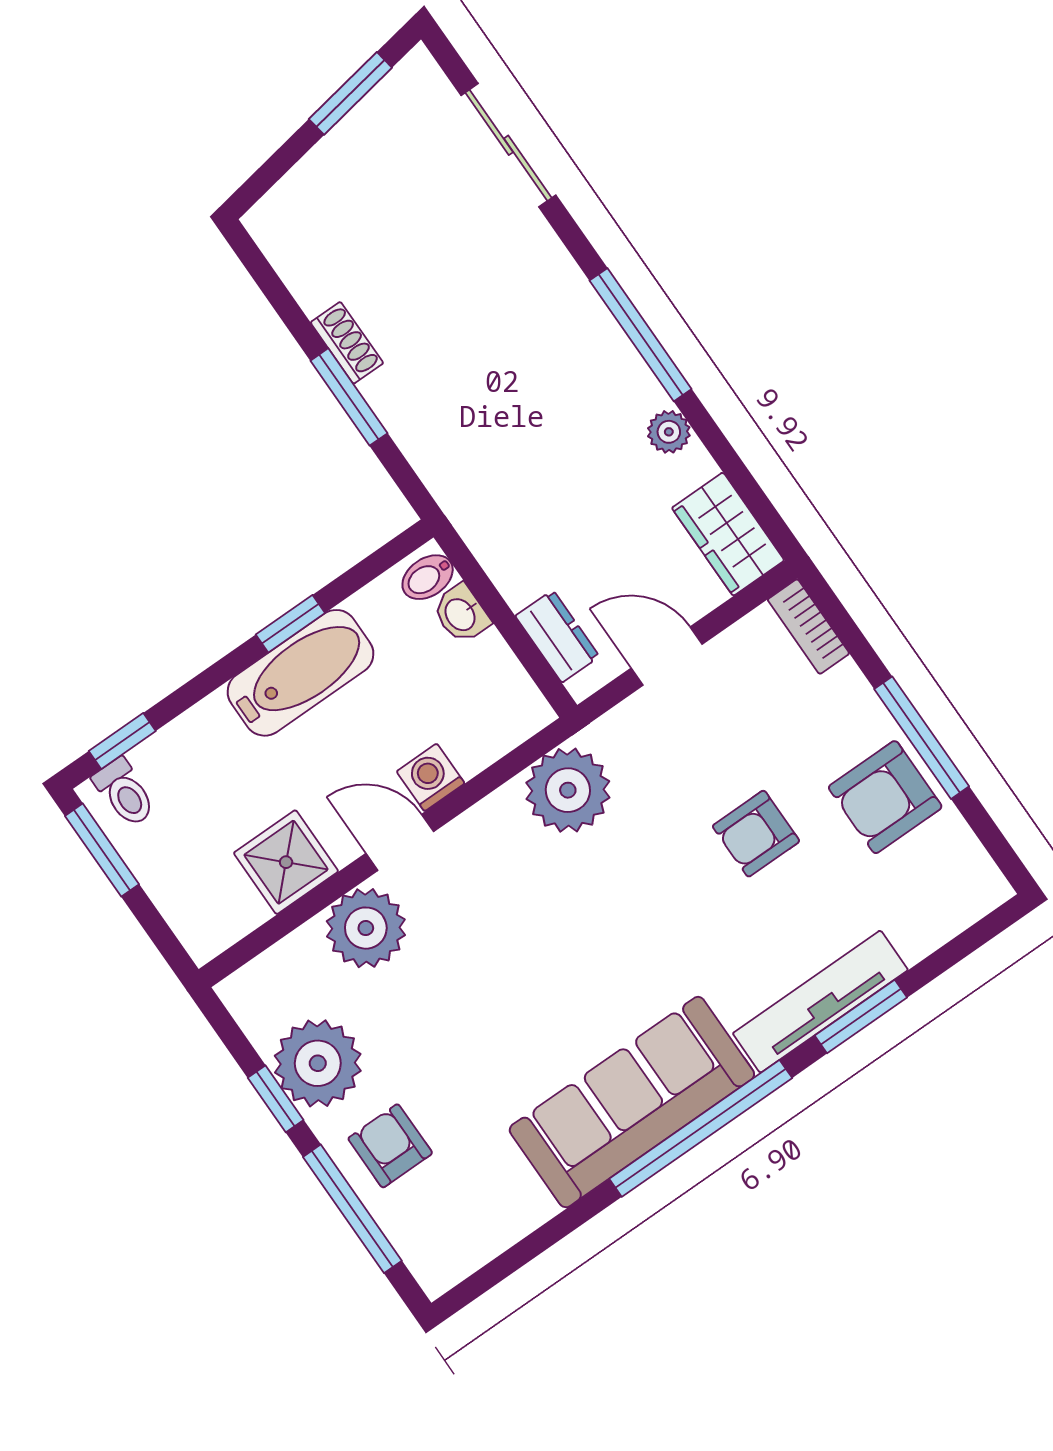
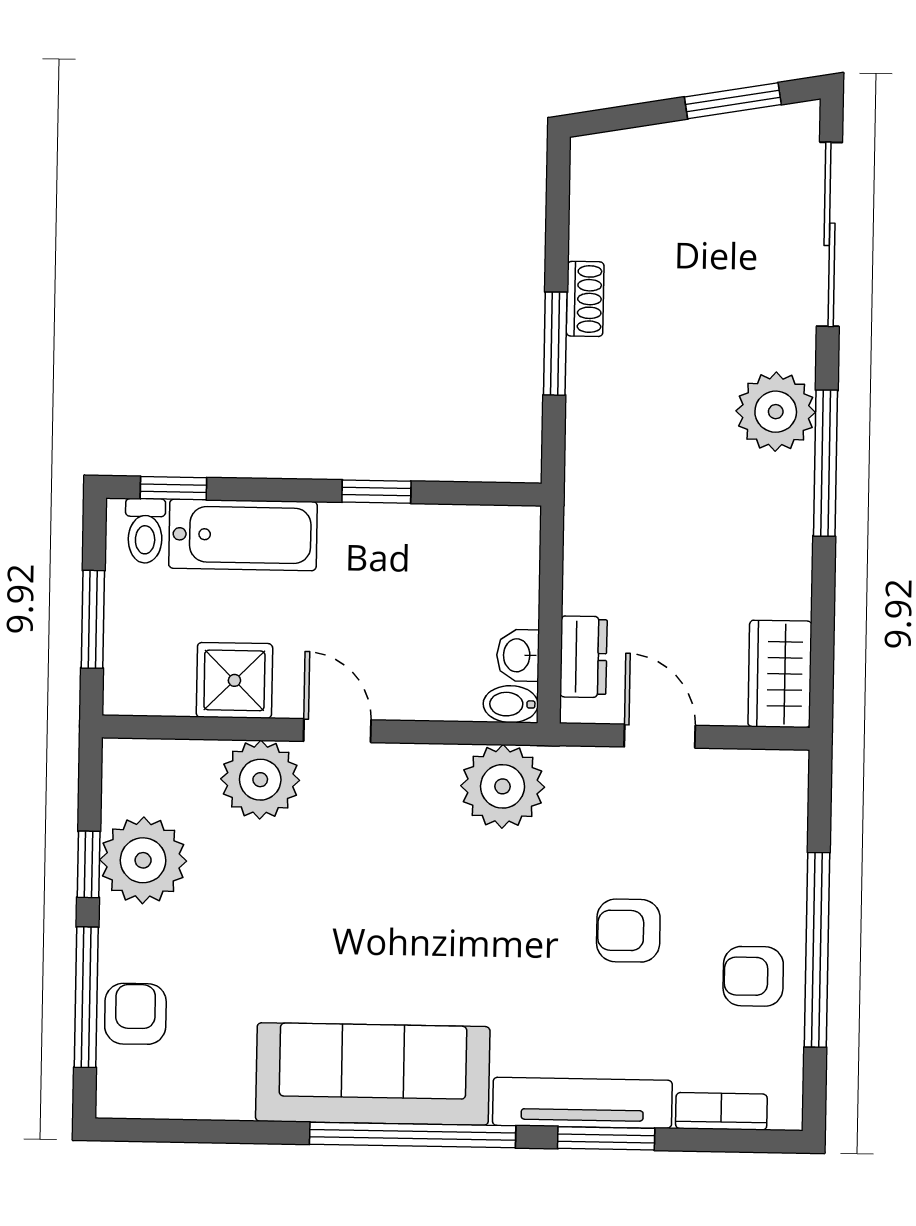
sliding door: (508, 145) -> (829, 234), width x1.37
plant: (669, 432) -> (776, 412), moved, width x1.88, depth x1.88
bidet: (428, 577) -> (511, 704), moved
washbasin: (461, 614) -> (518, 655), moved
bookcase: (808, 627) -> (721, 1111), moved, turned 90
bathtub: (301, 673) -> (243, 535), moved
window: (922, 738) -> (817, 950), width x1.46
washing machine: (431, 777) -> (400, 696), removed
armchair: (885, 797) -> (753, 976), width x0.72, depth x0.72
window: (102, 850) -> (93, 619), moved
armchair: (390, 1146) -> (135, 1014), moved

